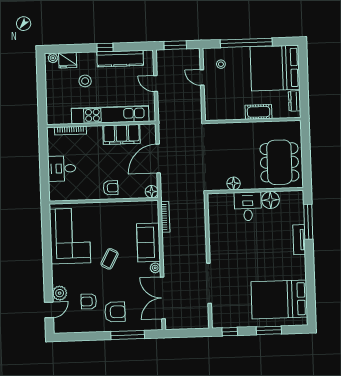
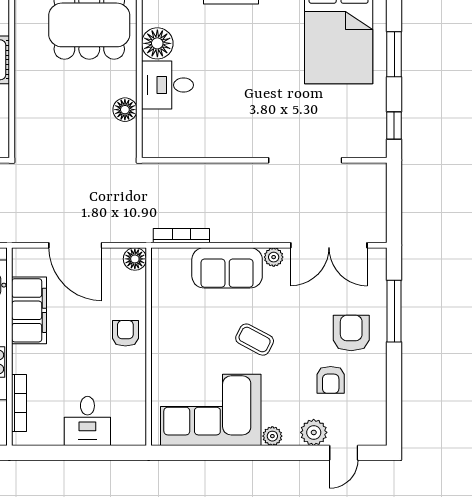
plant: (57, 270) -> (272, 436), added
door: (49, 310) -> (344, 453), swing flipped

